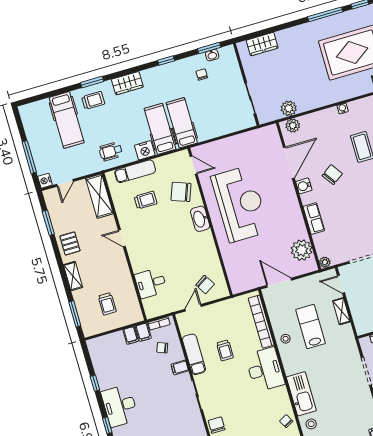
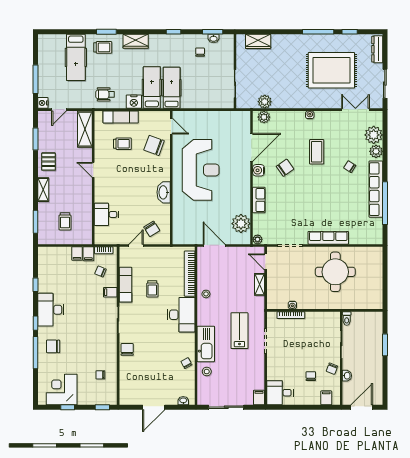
washbasin: (200, 219) -> (164, 192), moved
lab bench: (310, 327) -> (239, 331), moved

